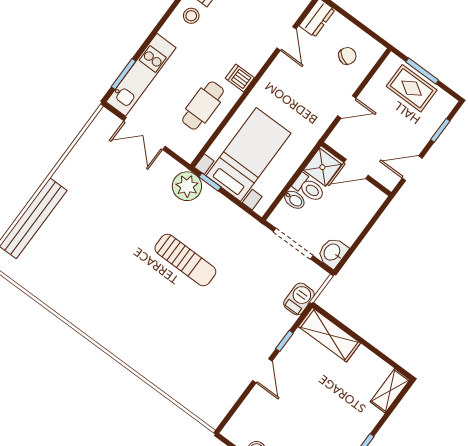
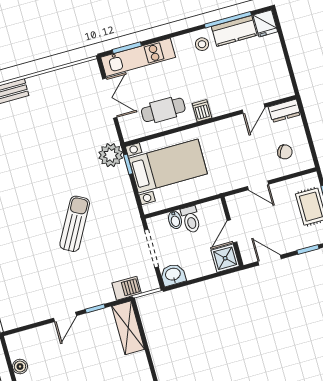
double door: (144, 134) -> (110, 98), swing flipped
shower: (322, 167) -> (225, 258), moved
door: (356, 169) -> (232, 231), hinge flipped
sun lounger: (185, 260) -> (75, 224), moved, turned -151

